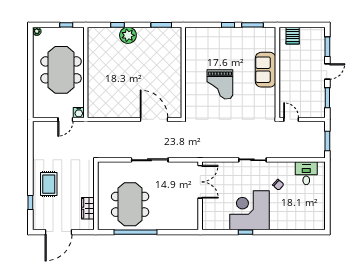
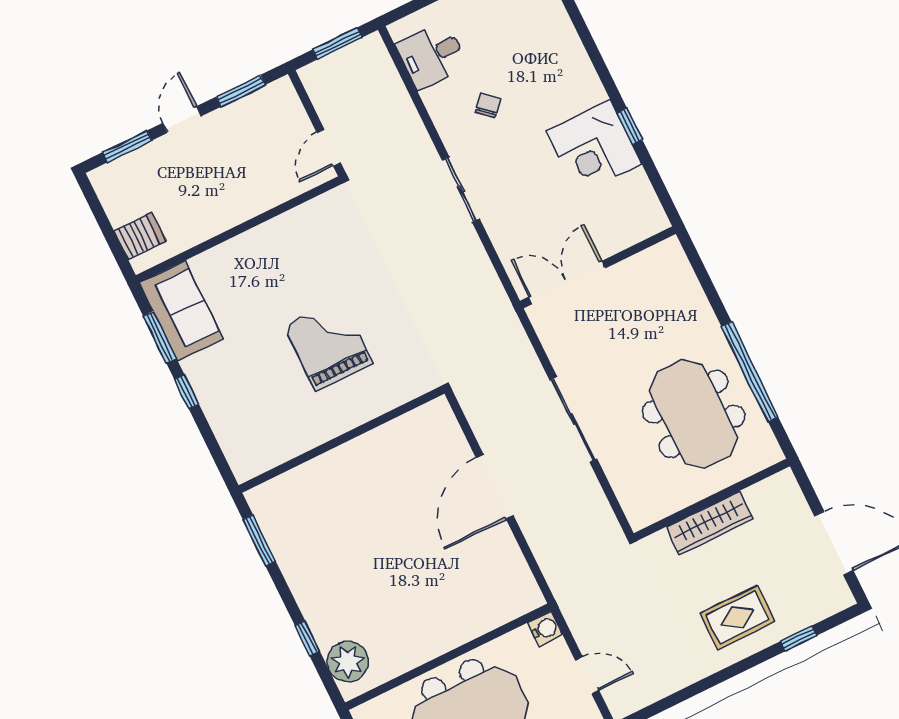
plant: (128, 35) -> (348, 662), moved
sofa: (266, 70) -> (181, 311), moved, turned -90
door: (327, 71) -> (182, 120), hinge flipped
grand piano: (220, 84) -> (328, 345), turned -90
door: (65, 119) -> (587, 675), moved
door: (154, 119) -> (495, 487), moved
meeting table: (130, 204) -> (694, 414), turned 90
wardrobe: (88, 208) -> (709, 523), moved, width x1.50
corner desk: (249, 210) -> (594, 147), width x0.74, depth x0.74

